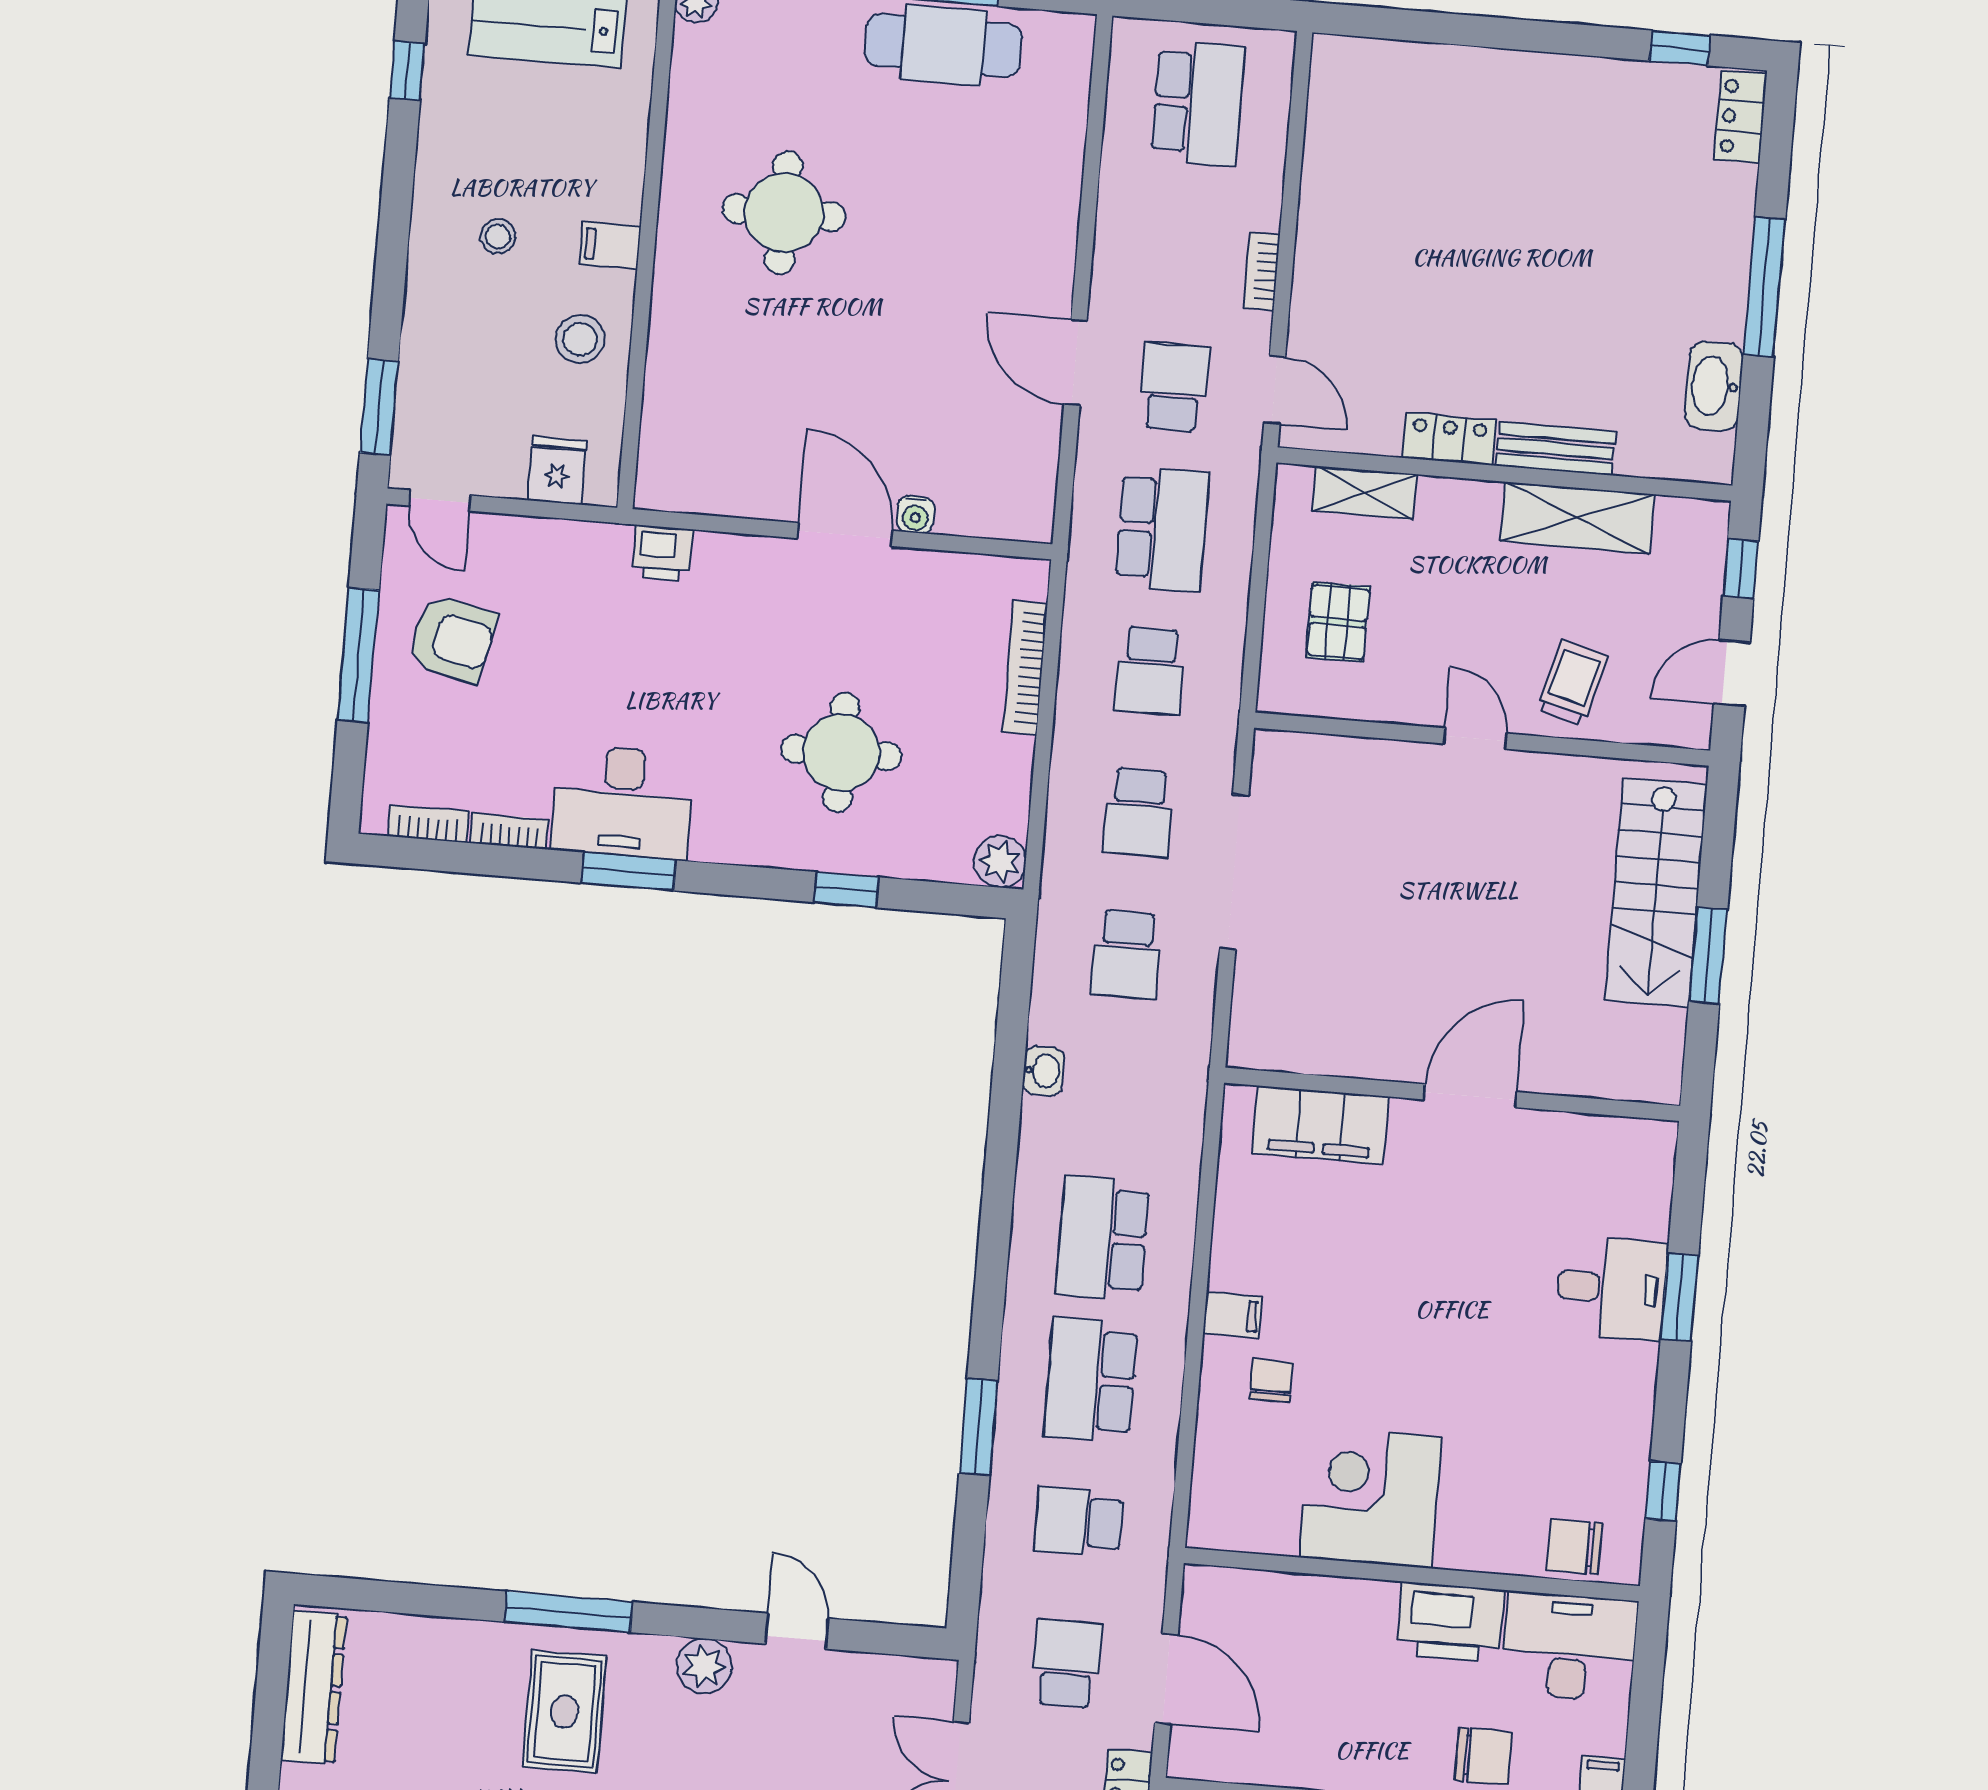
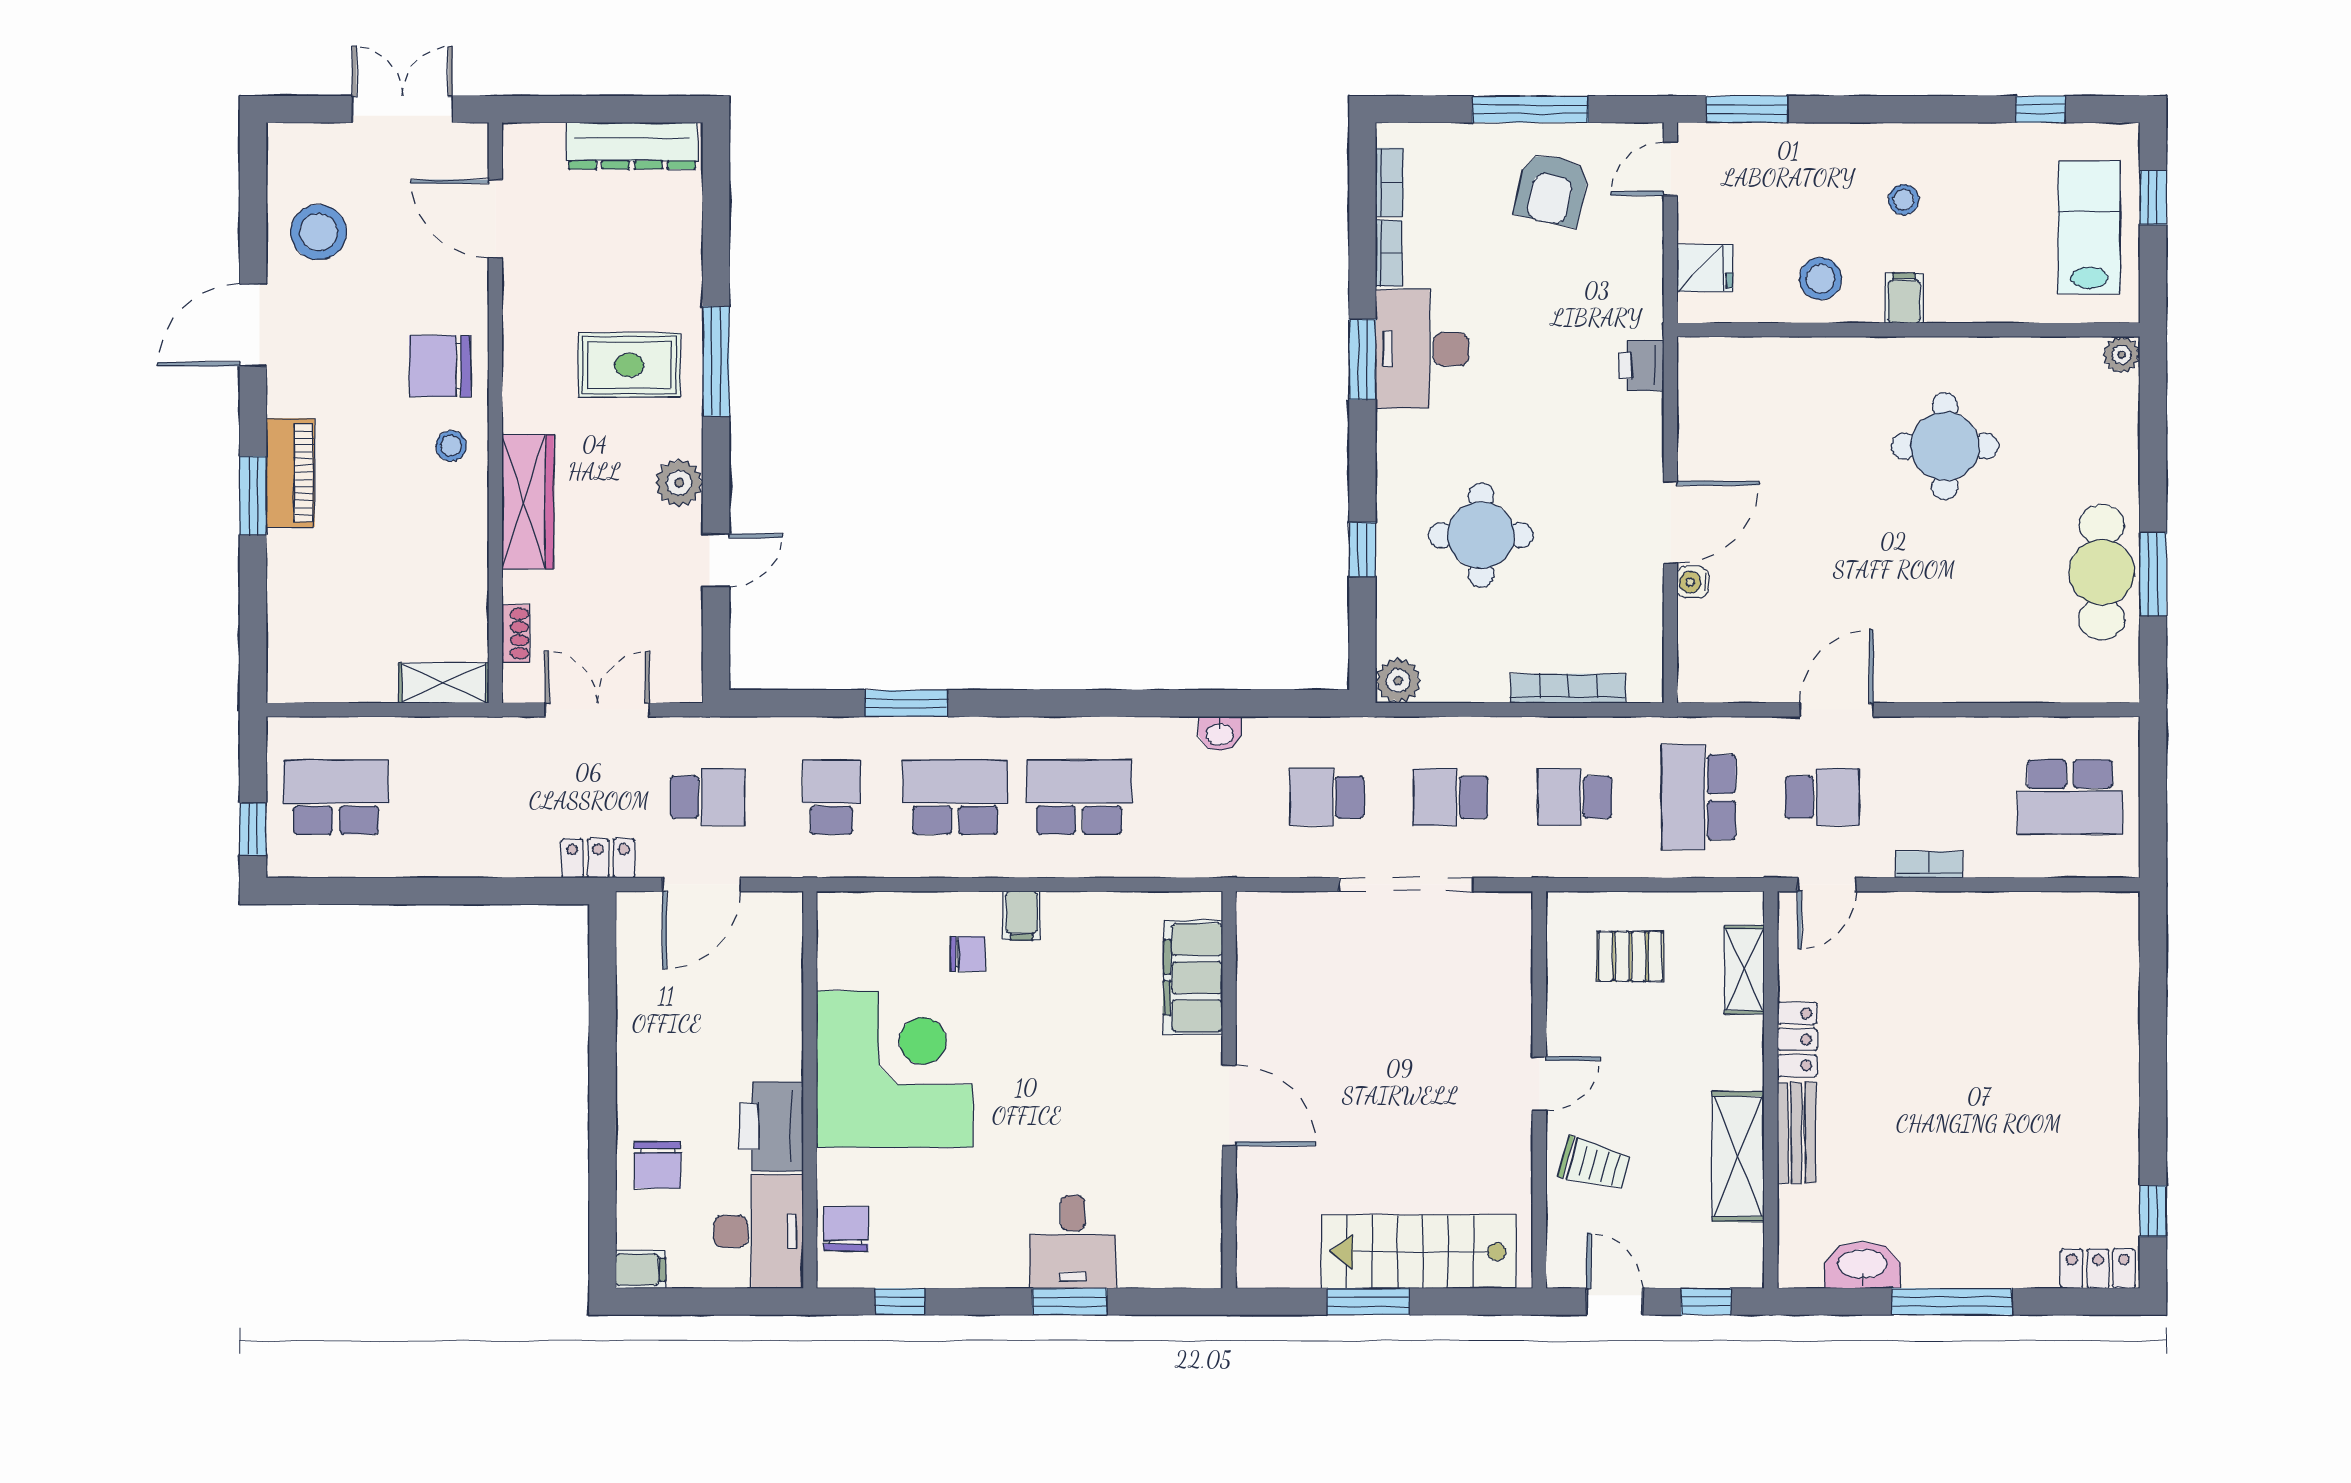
school desk: (1162, 529) -> (1698, 797), turned 90
corner desk: (1371, 1497) -> (895, 1069), width x1.36, depth x1.36

